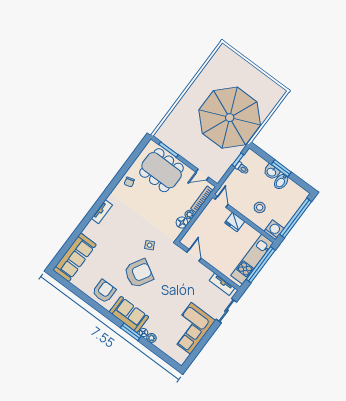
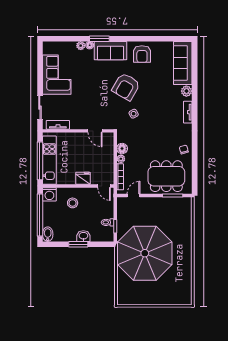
bidet: (281, 182) -> (48, 234), moved
plant: (89, 231) -> (186, 91), added

